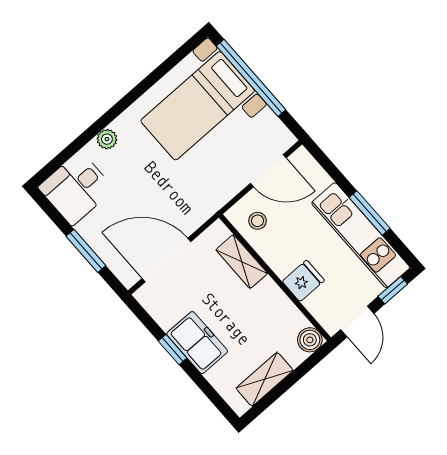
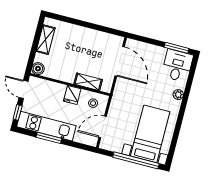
window: (86, 251) -> (176, 48), moved
door: (167, 260) -> (120, 61), hinge flipped
fridge: (303, 281) -> (72, 95), moved
freezer: (197, 343) -> (84, 36), removed
window: (173, 350) -> (92, 26), removed

